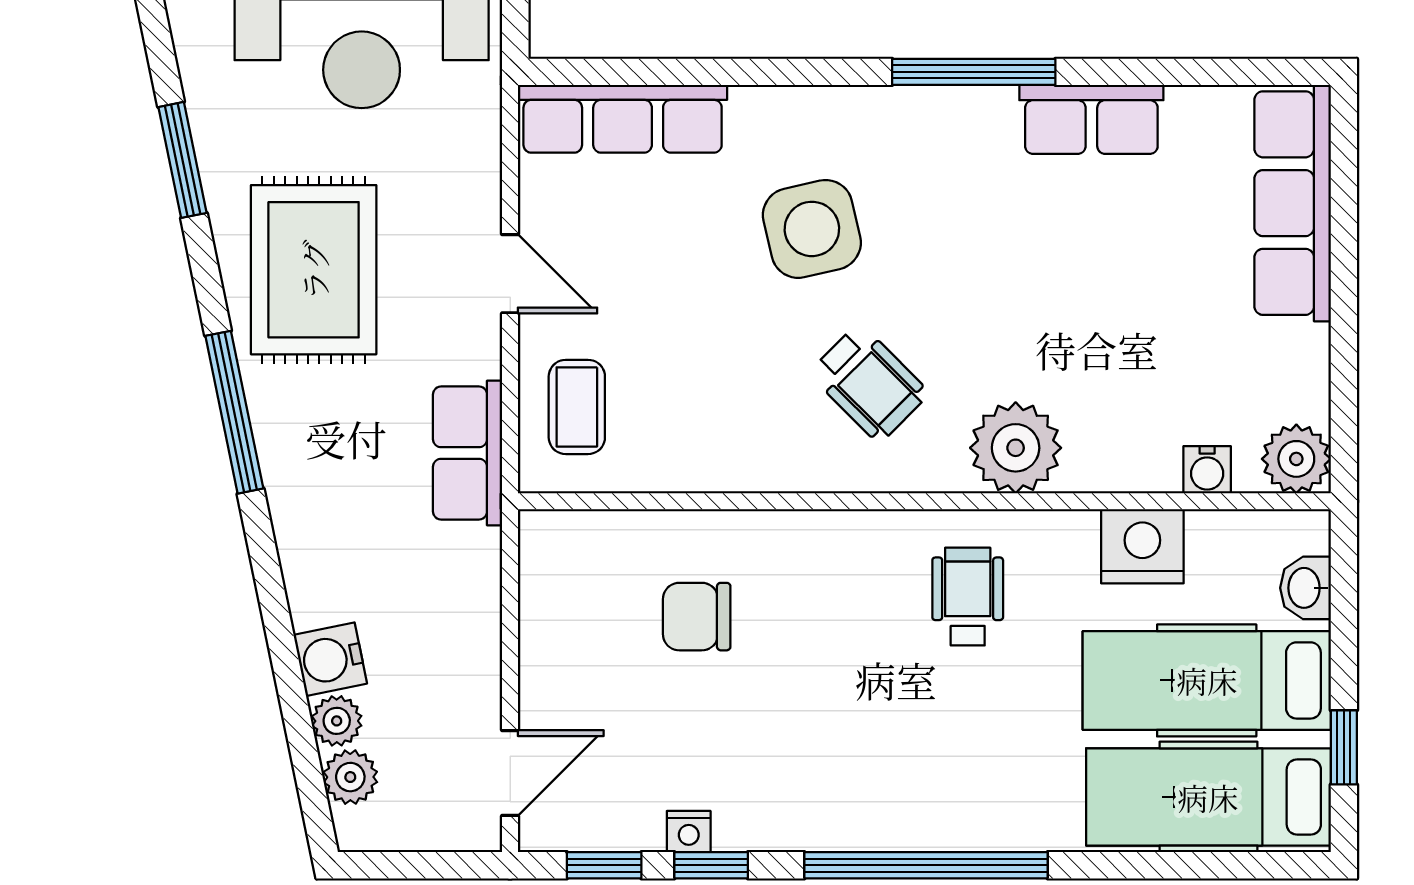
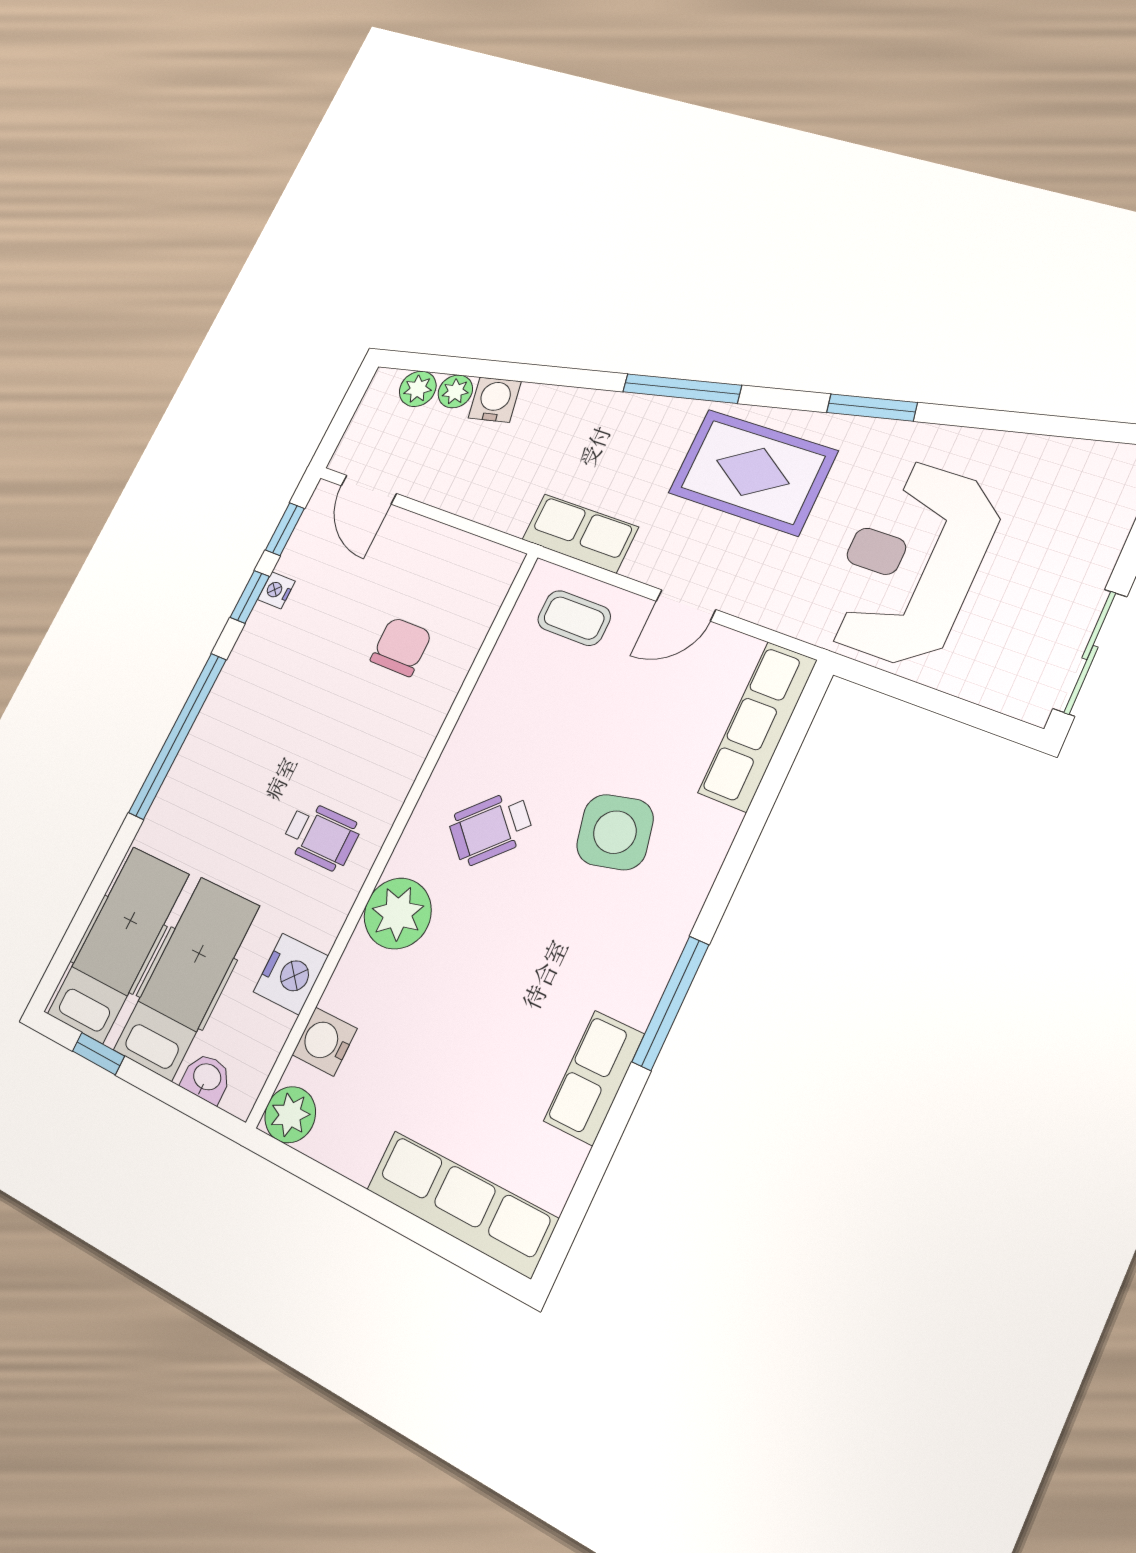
water cooler: (1207, 470) -> (325, 1042), width x1.38, depth x1.38

